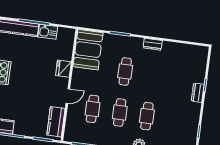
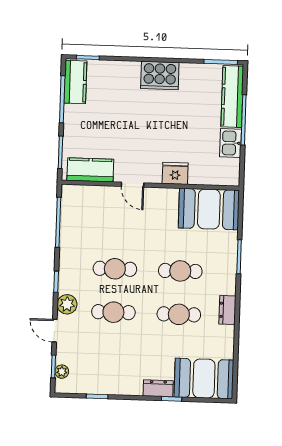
booth: (194, 63) -> (204, 379), added
cafe table: (92, 109) -> (179, 314), moved

